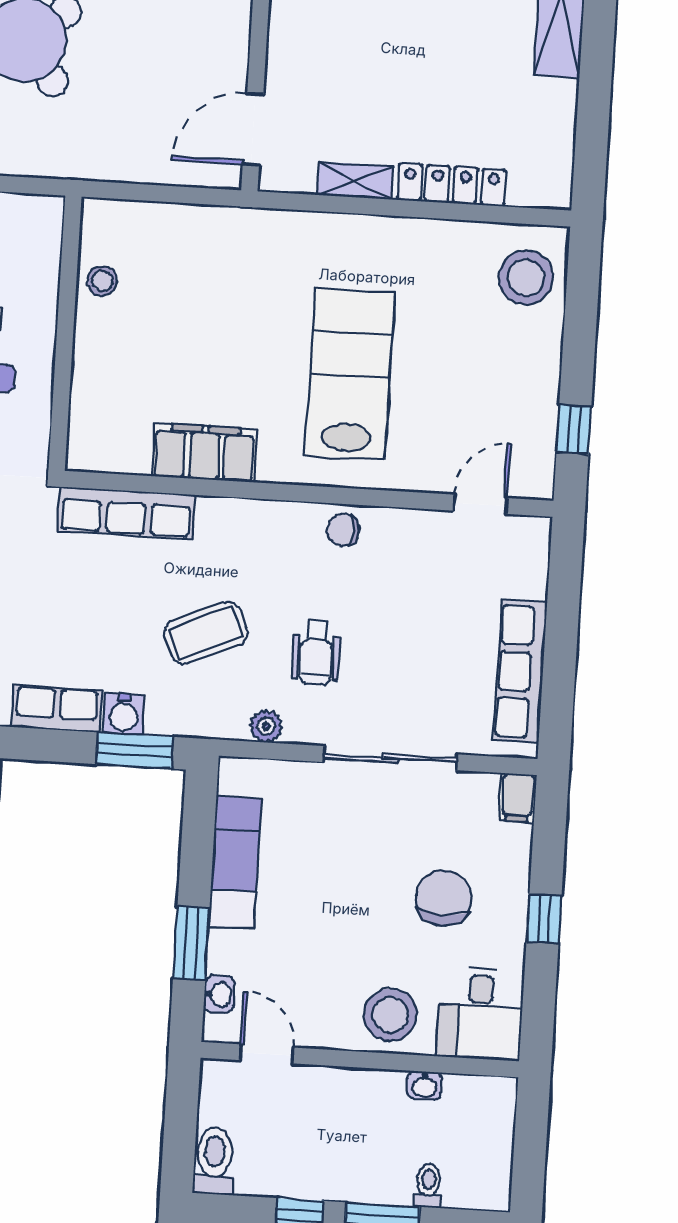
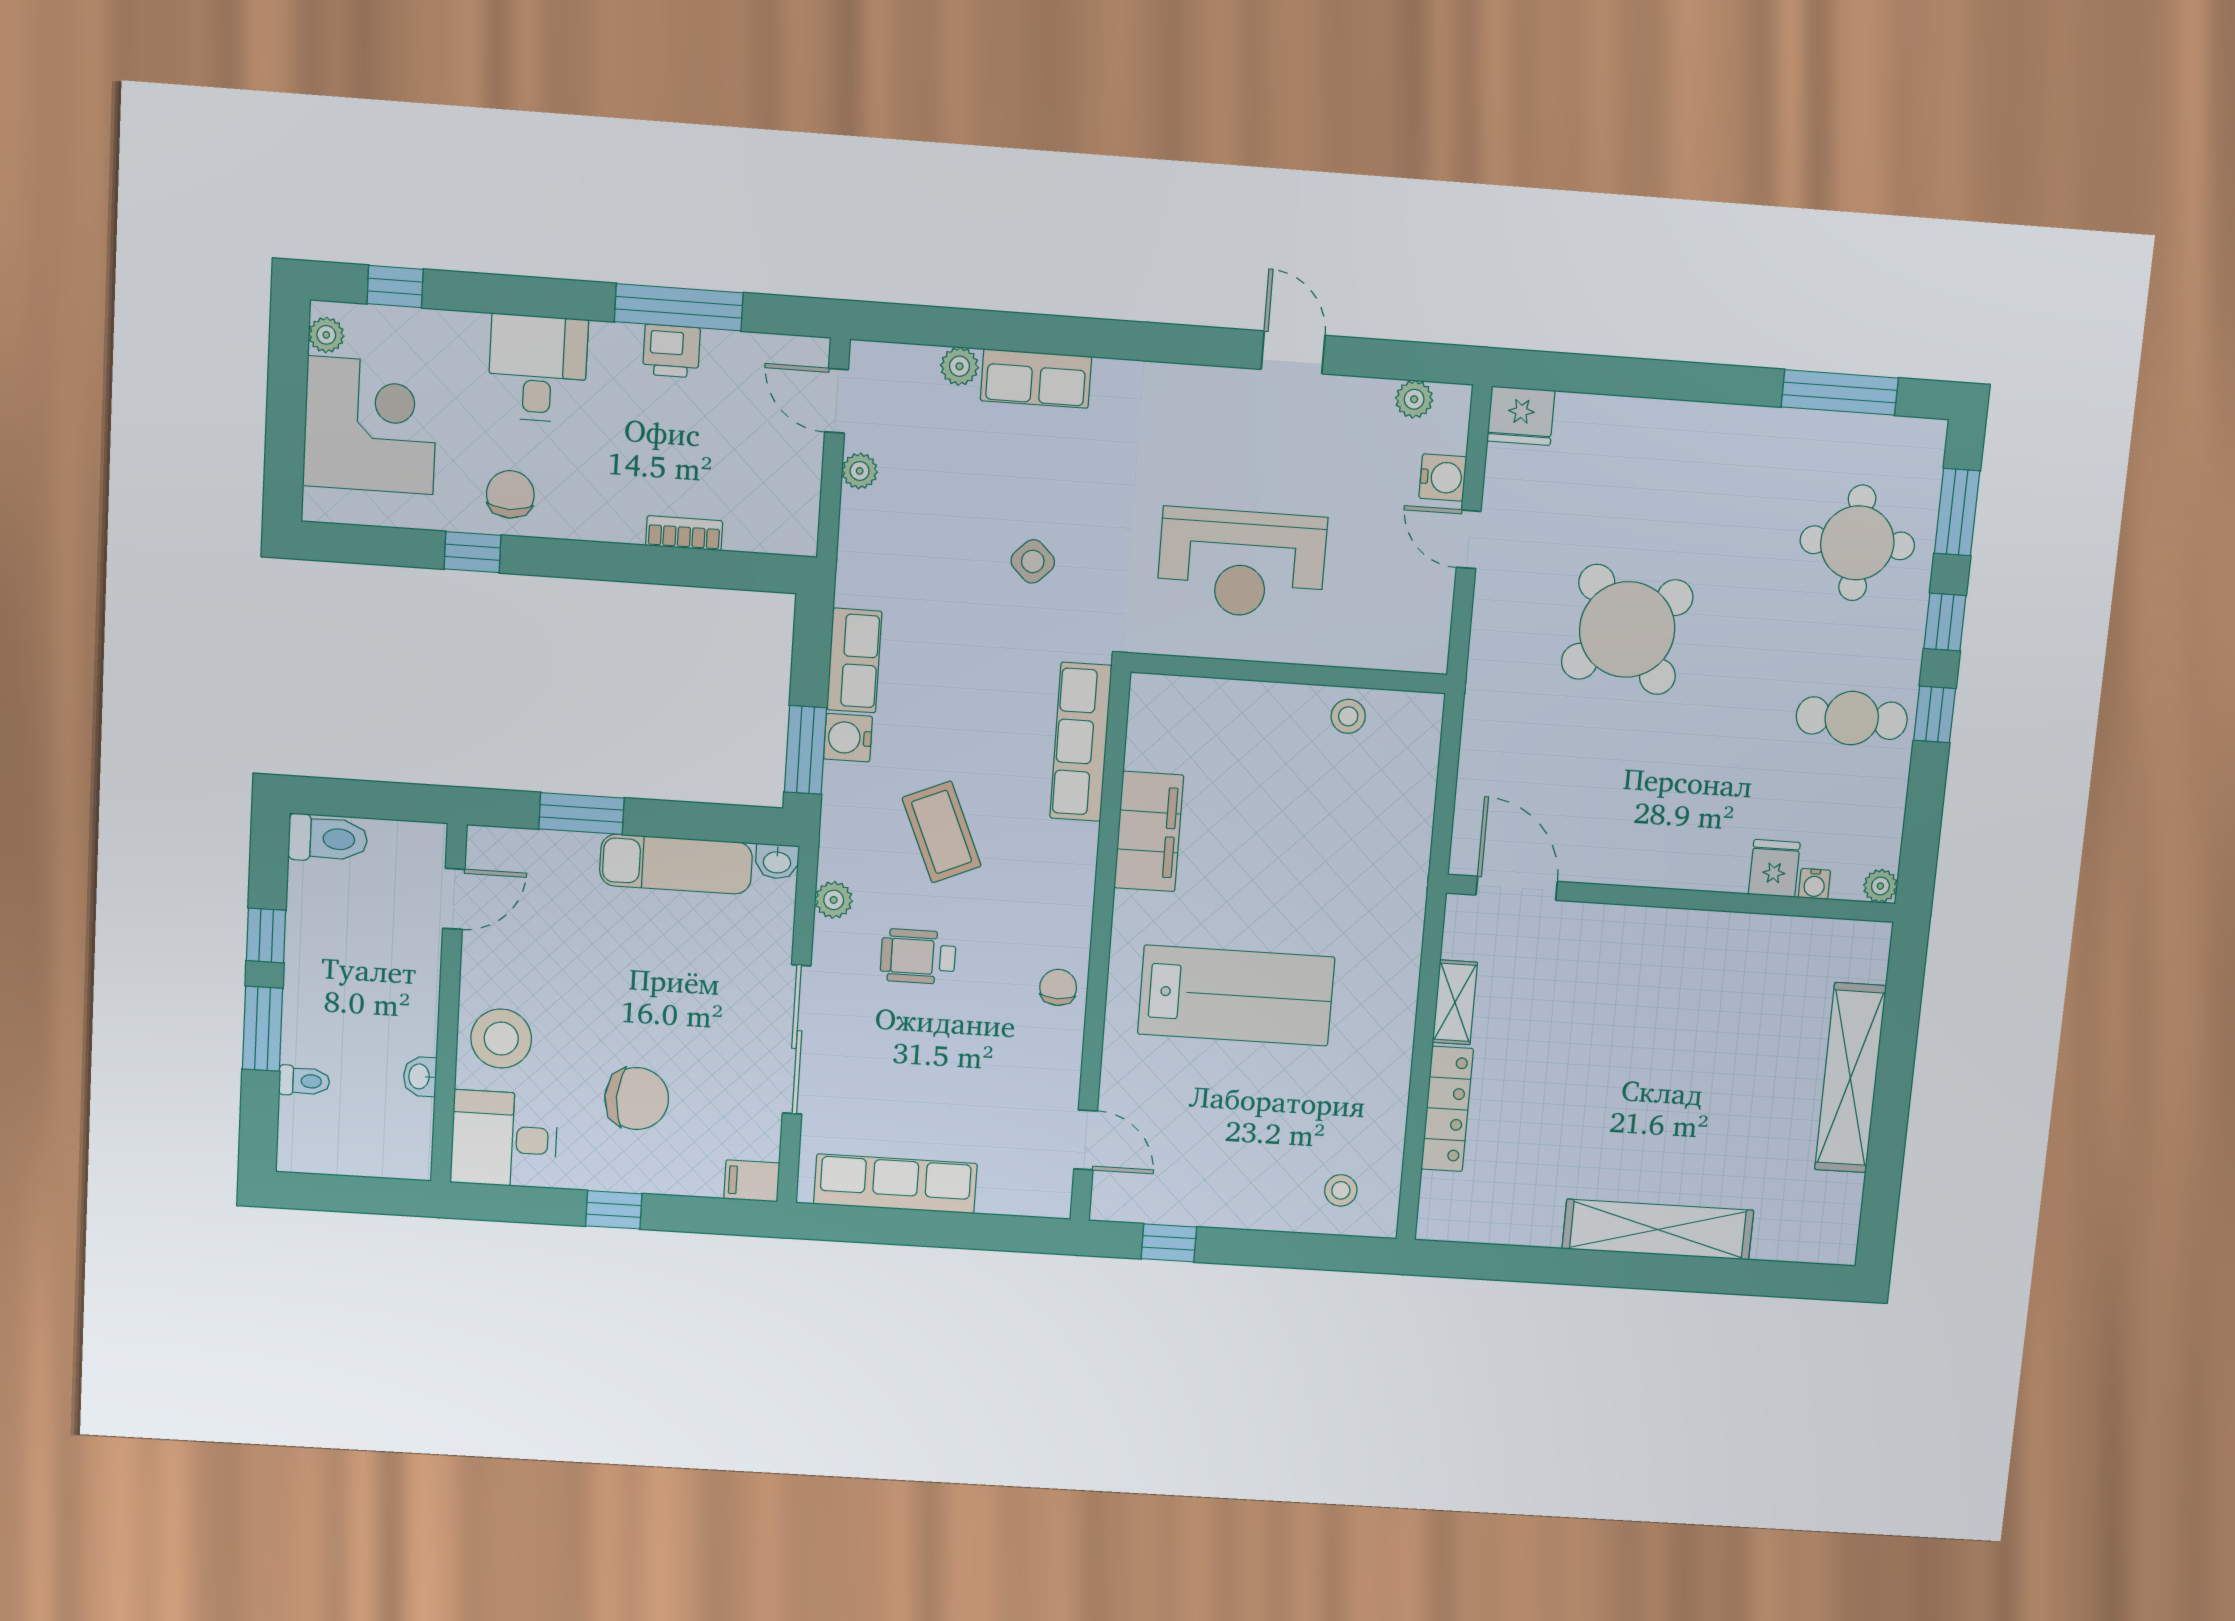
stool: (526, 277) -> (1341, 1190), width x0.53, depth x0.53
washbasin: (219, 994) -> (777, 861), moved

